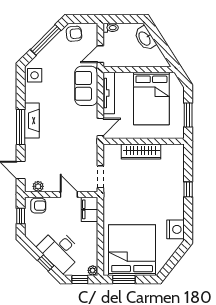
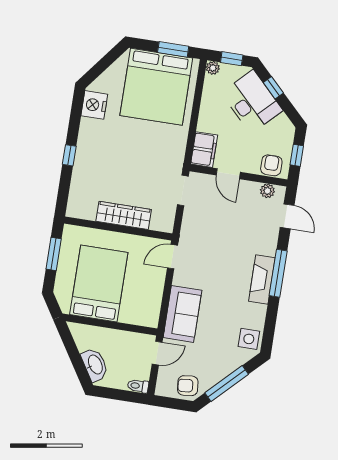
tv unit: (109, 93) -> (154, 300), removed
armchair: (38, 206) -> (271, 165), turned 90

